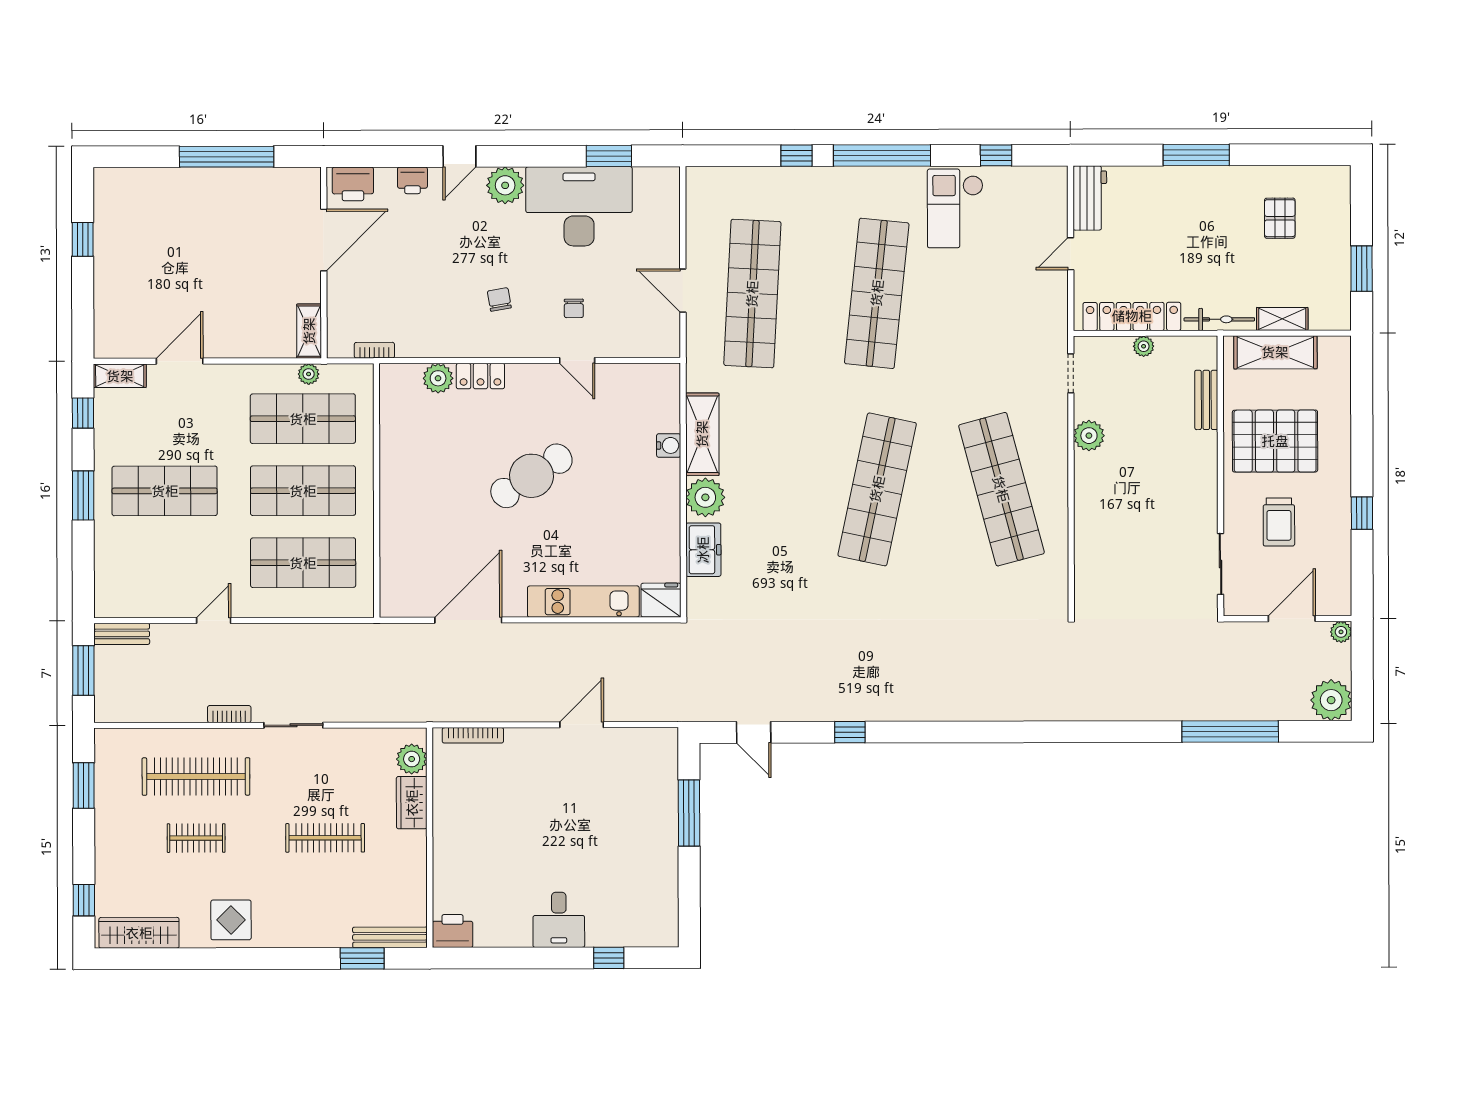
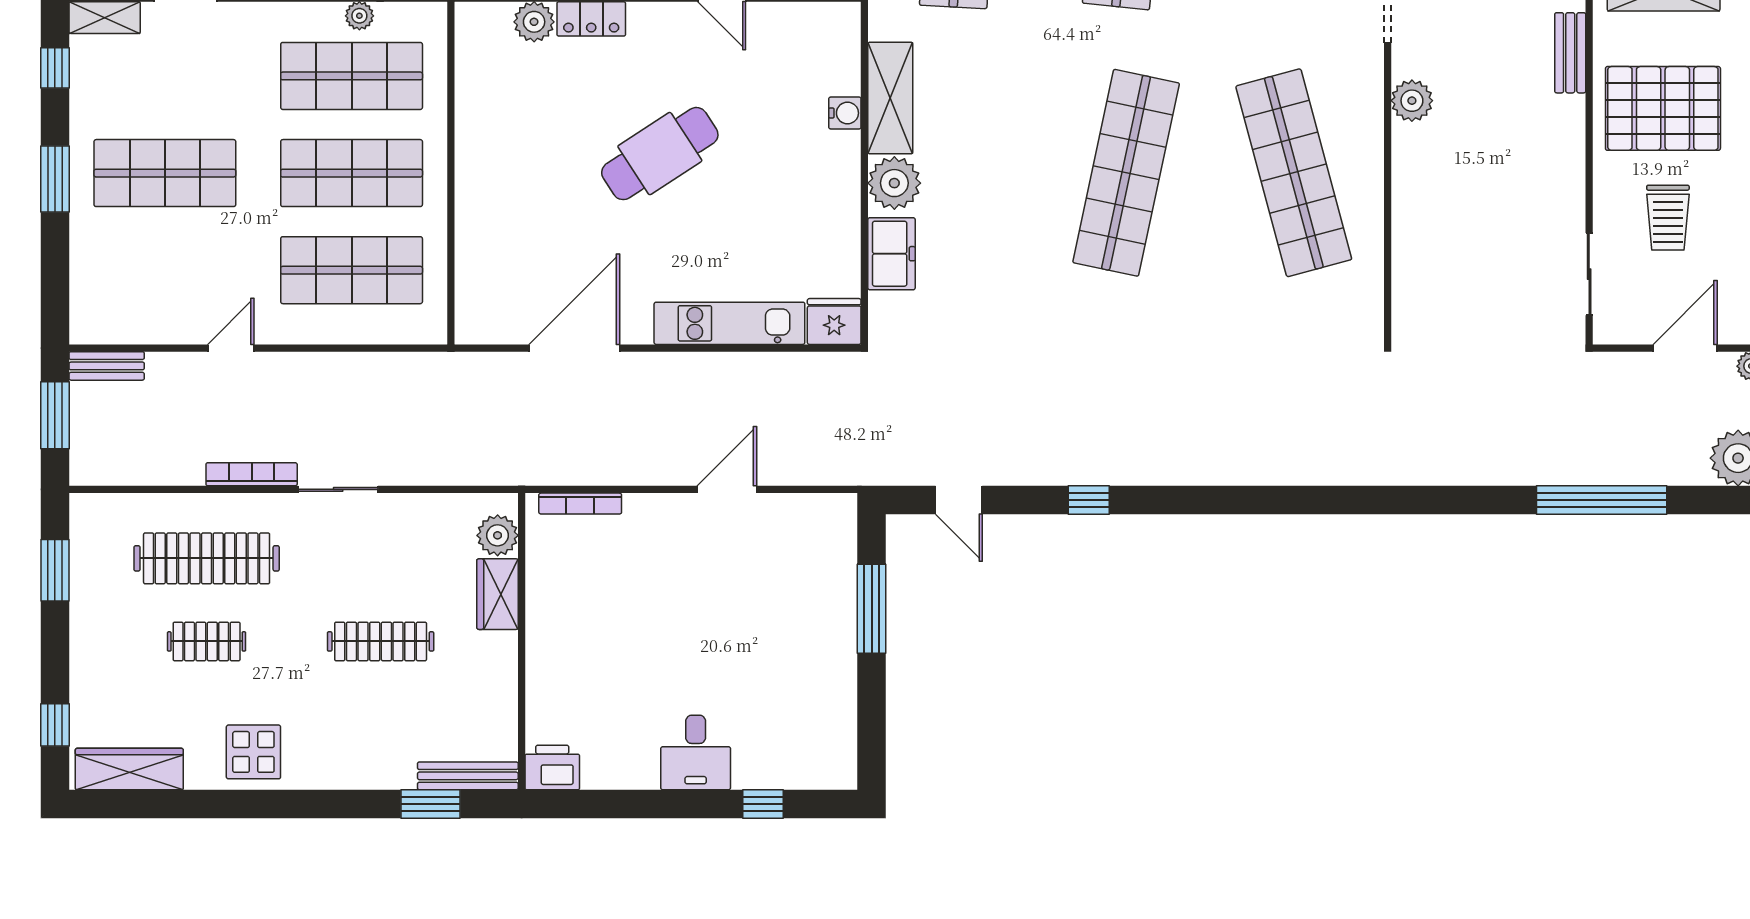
bookcase: (229, 714) -> (252, 474), width x1.56

